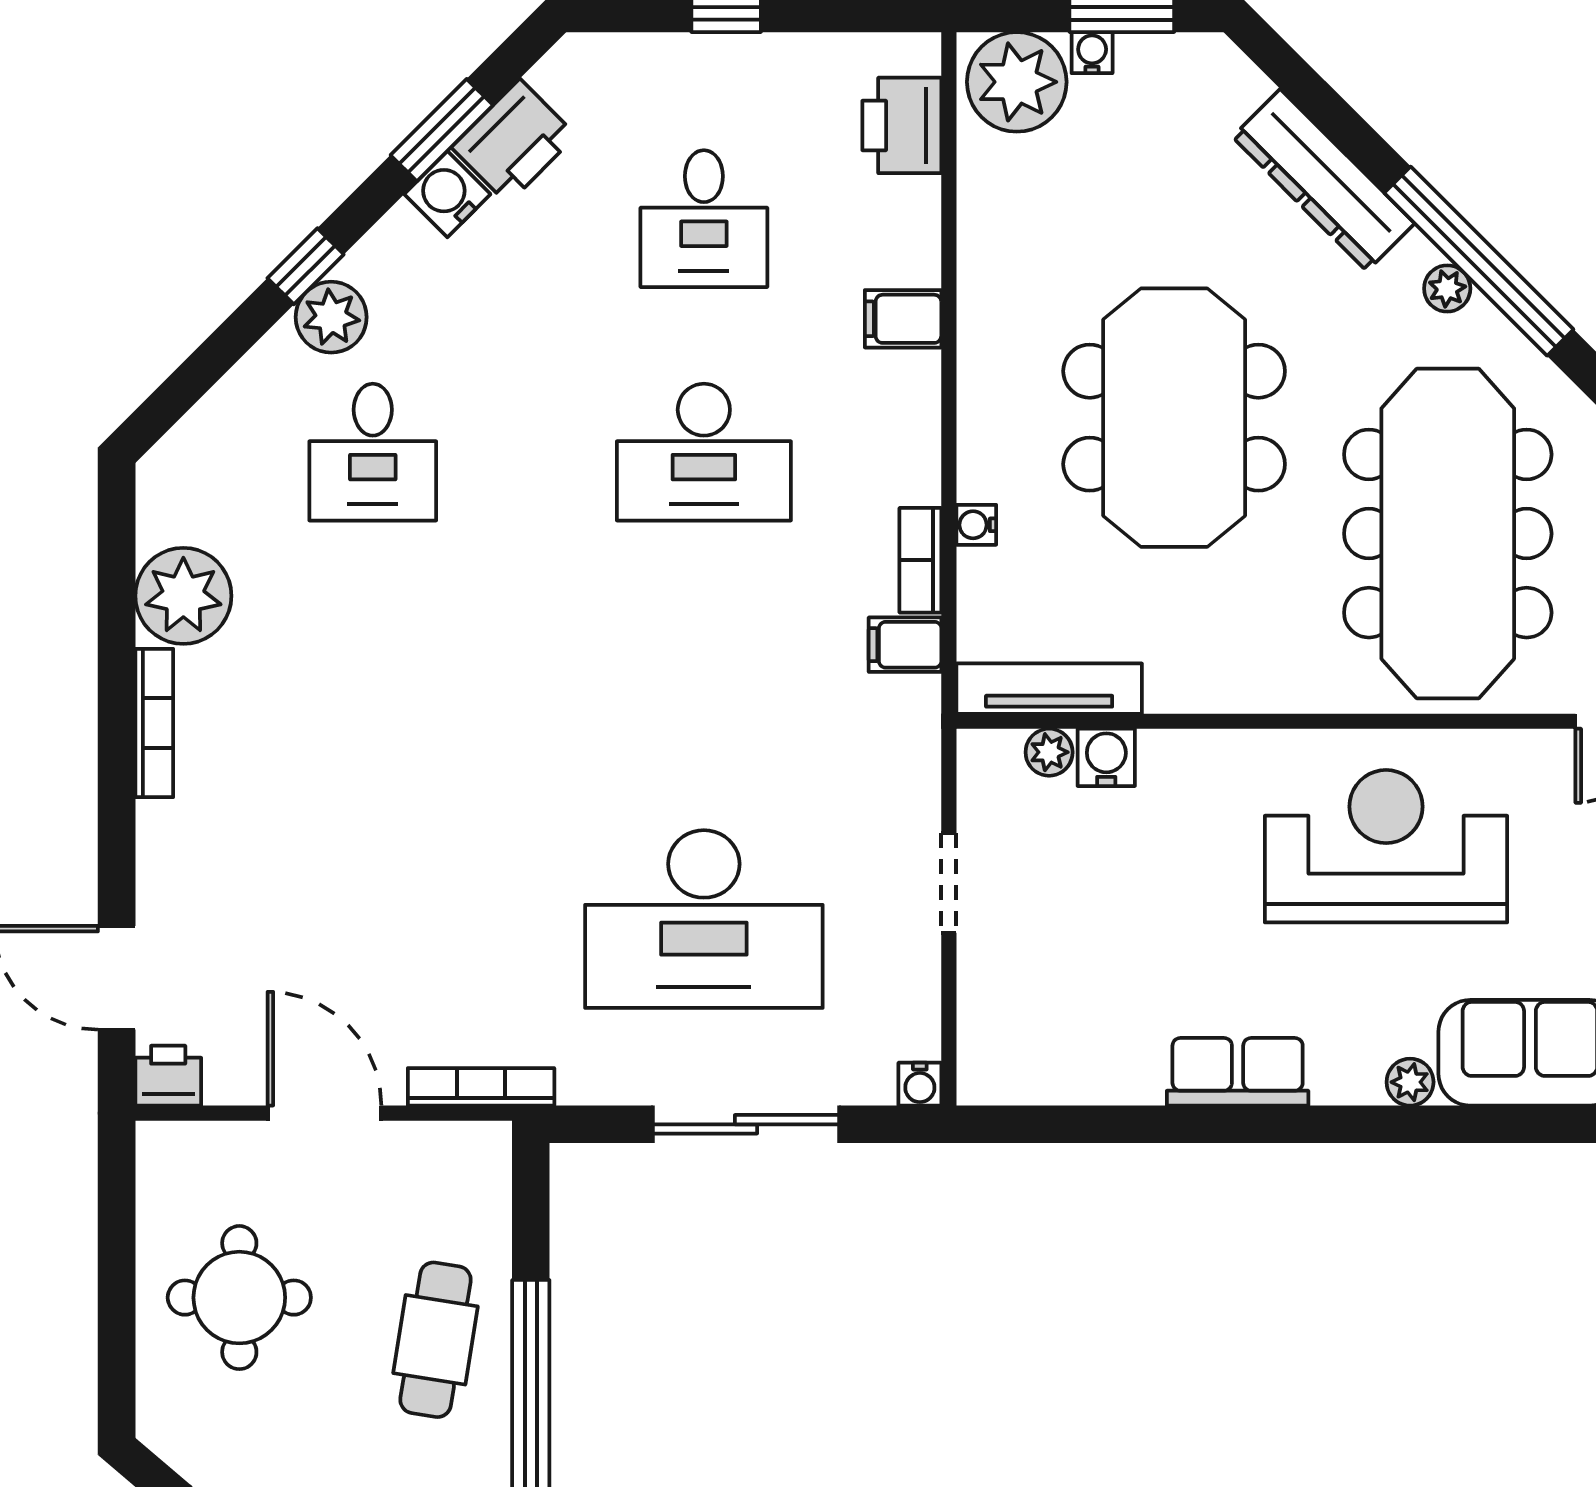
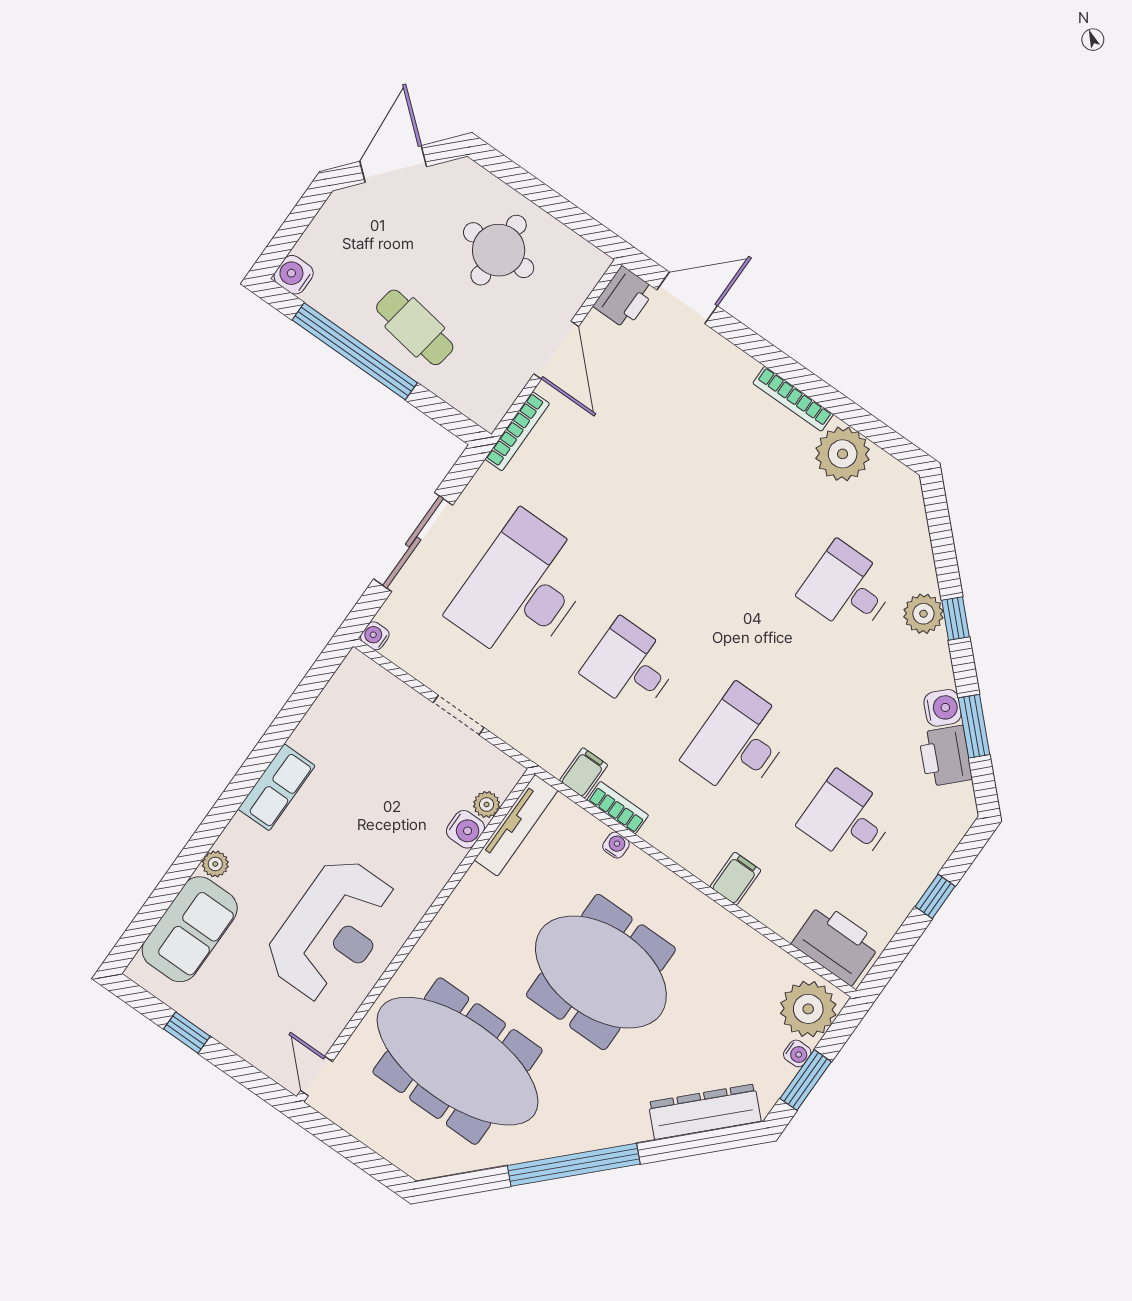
printer: (902, 125) -> (836, 944), width x1.37, depth x1.19
dresser: (1323, 180) -> (705, 1112), moved
plant: (1447, 288) -> (571, 1141), removed
desk: (704, 686) -> (630, 666), added
printer: (168, 1076) -> (624, 298), width x1.36, depth x1.24
door: (324, 1113) -> (556, 350), hinge flipped

